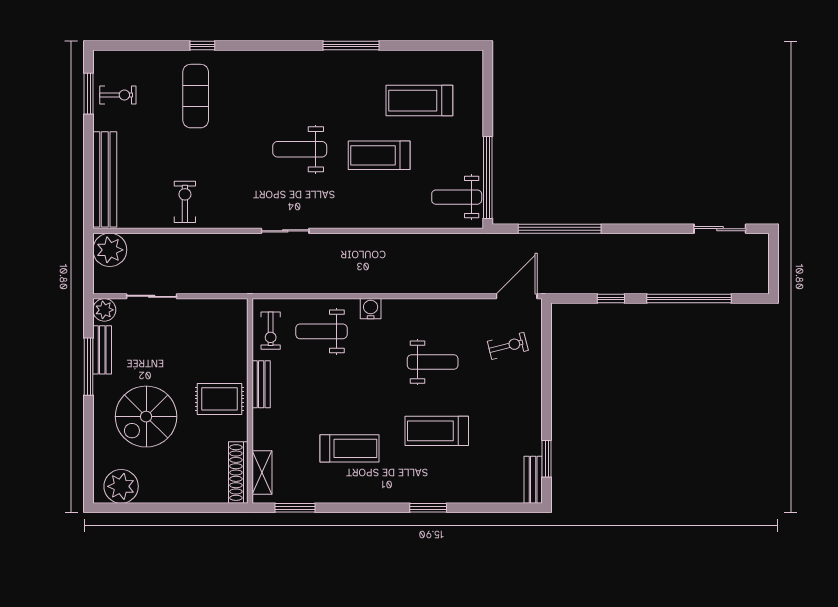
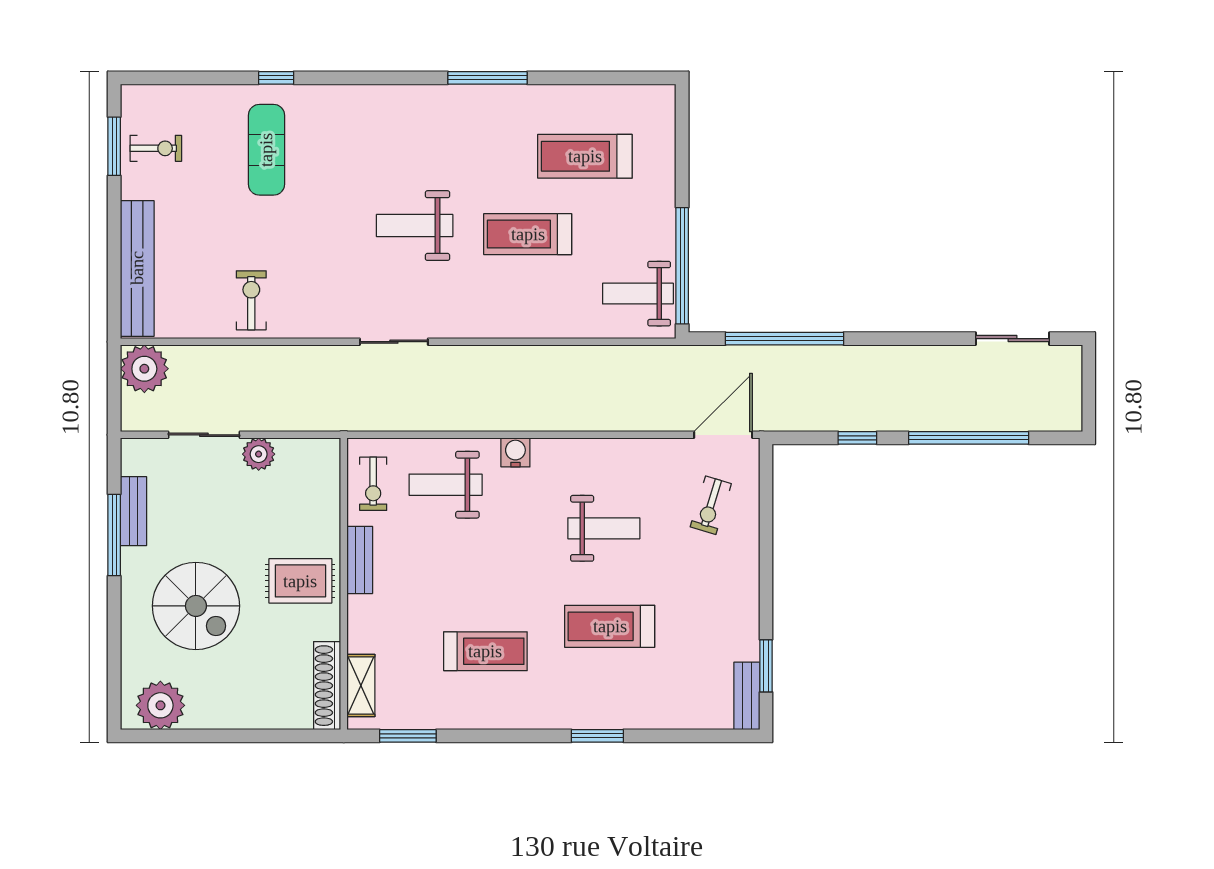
plant: (104, 310) -> (259, 454), moved
exercise bike: (508, 346) -> (711, 505), turned 121
spiral stairs: (146, 417) -> (196, 606), turned -90

